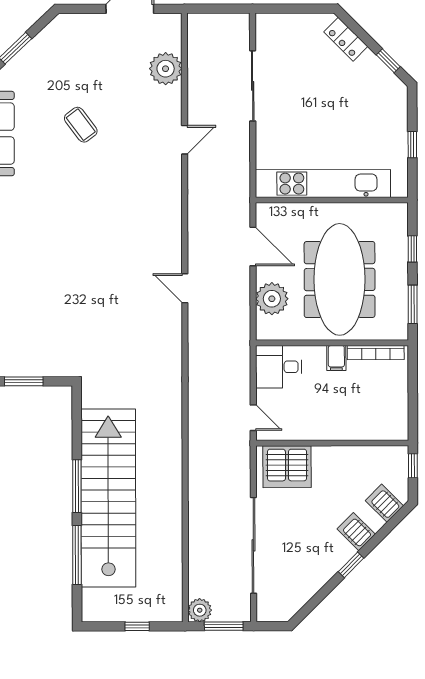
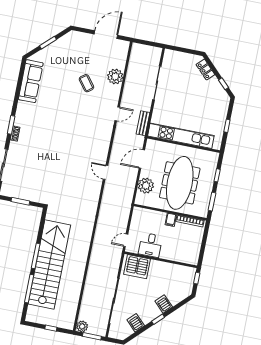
plant: (166, 69) -> (115, 77), moved
coffee table: (81, 125) -> (86, 83), moved
door: (185, 140) -> (117, 114), moved
bench: (241, 173) -> (143, 123), added
door: (253, 246) -> (142, 159), swing flipped
desk: (279, 367) -> (150, 245), moved, turned -90
door: (253, 418) -> (126, 240), swing flipped
server rack: (384, 503) -> (136, 323), moved

